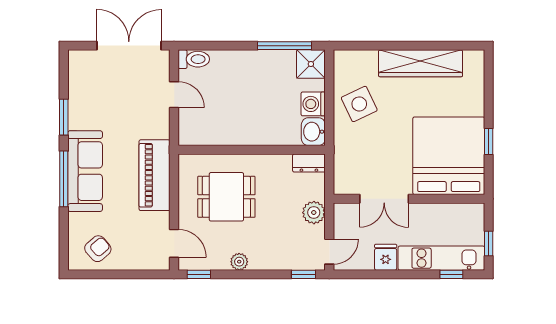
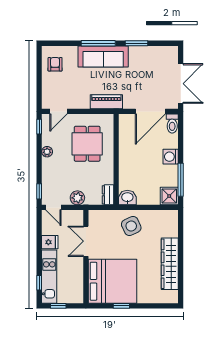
door: (174, 95) -> (150, 111), width x1.88
washing machine: (313, 104) -> (171, 157), moved, turned -90
side table: (359, 104) -> (131, 226), moved
piano: (155, 175) -> (106, 102), width x0.73, depth x0.75
armchair: (98, 249) -> (55, 64), turned -139

